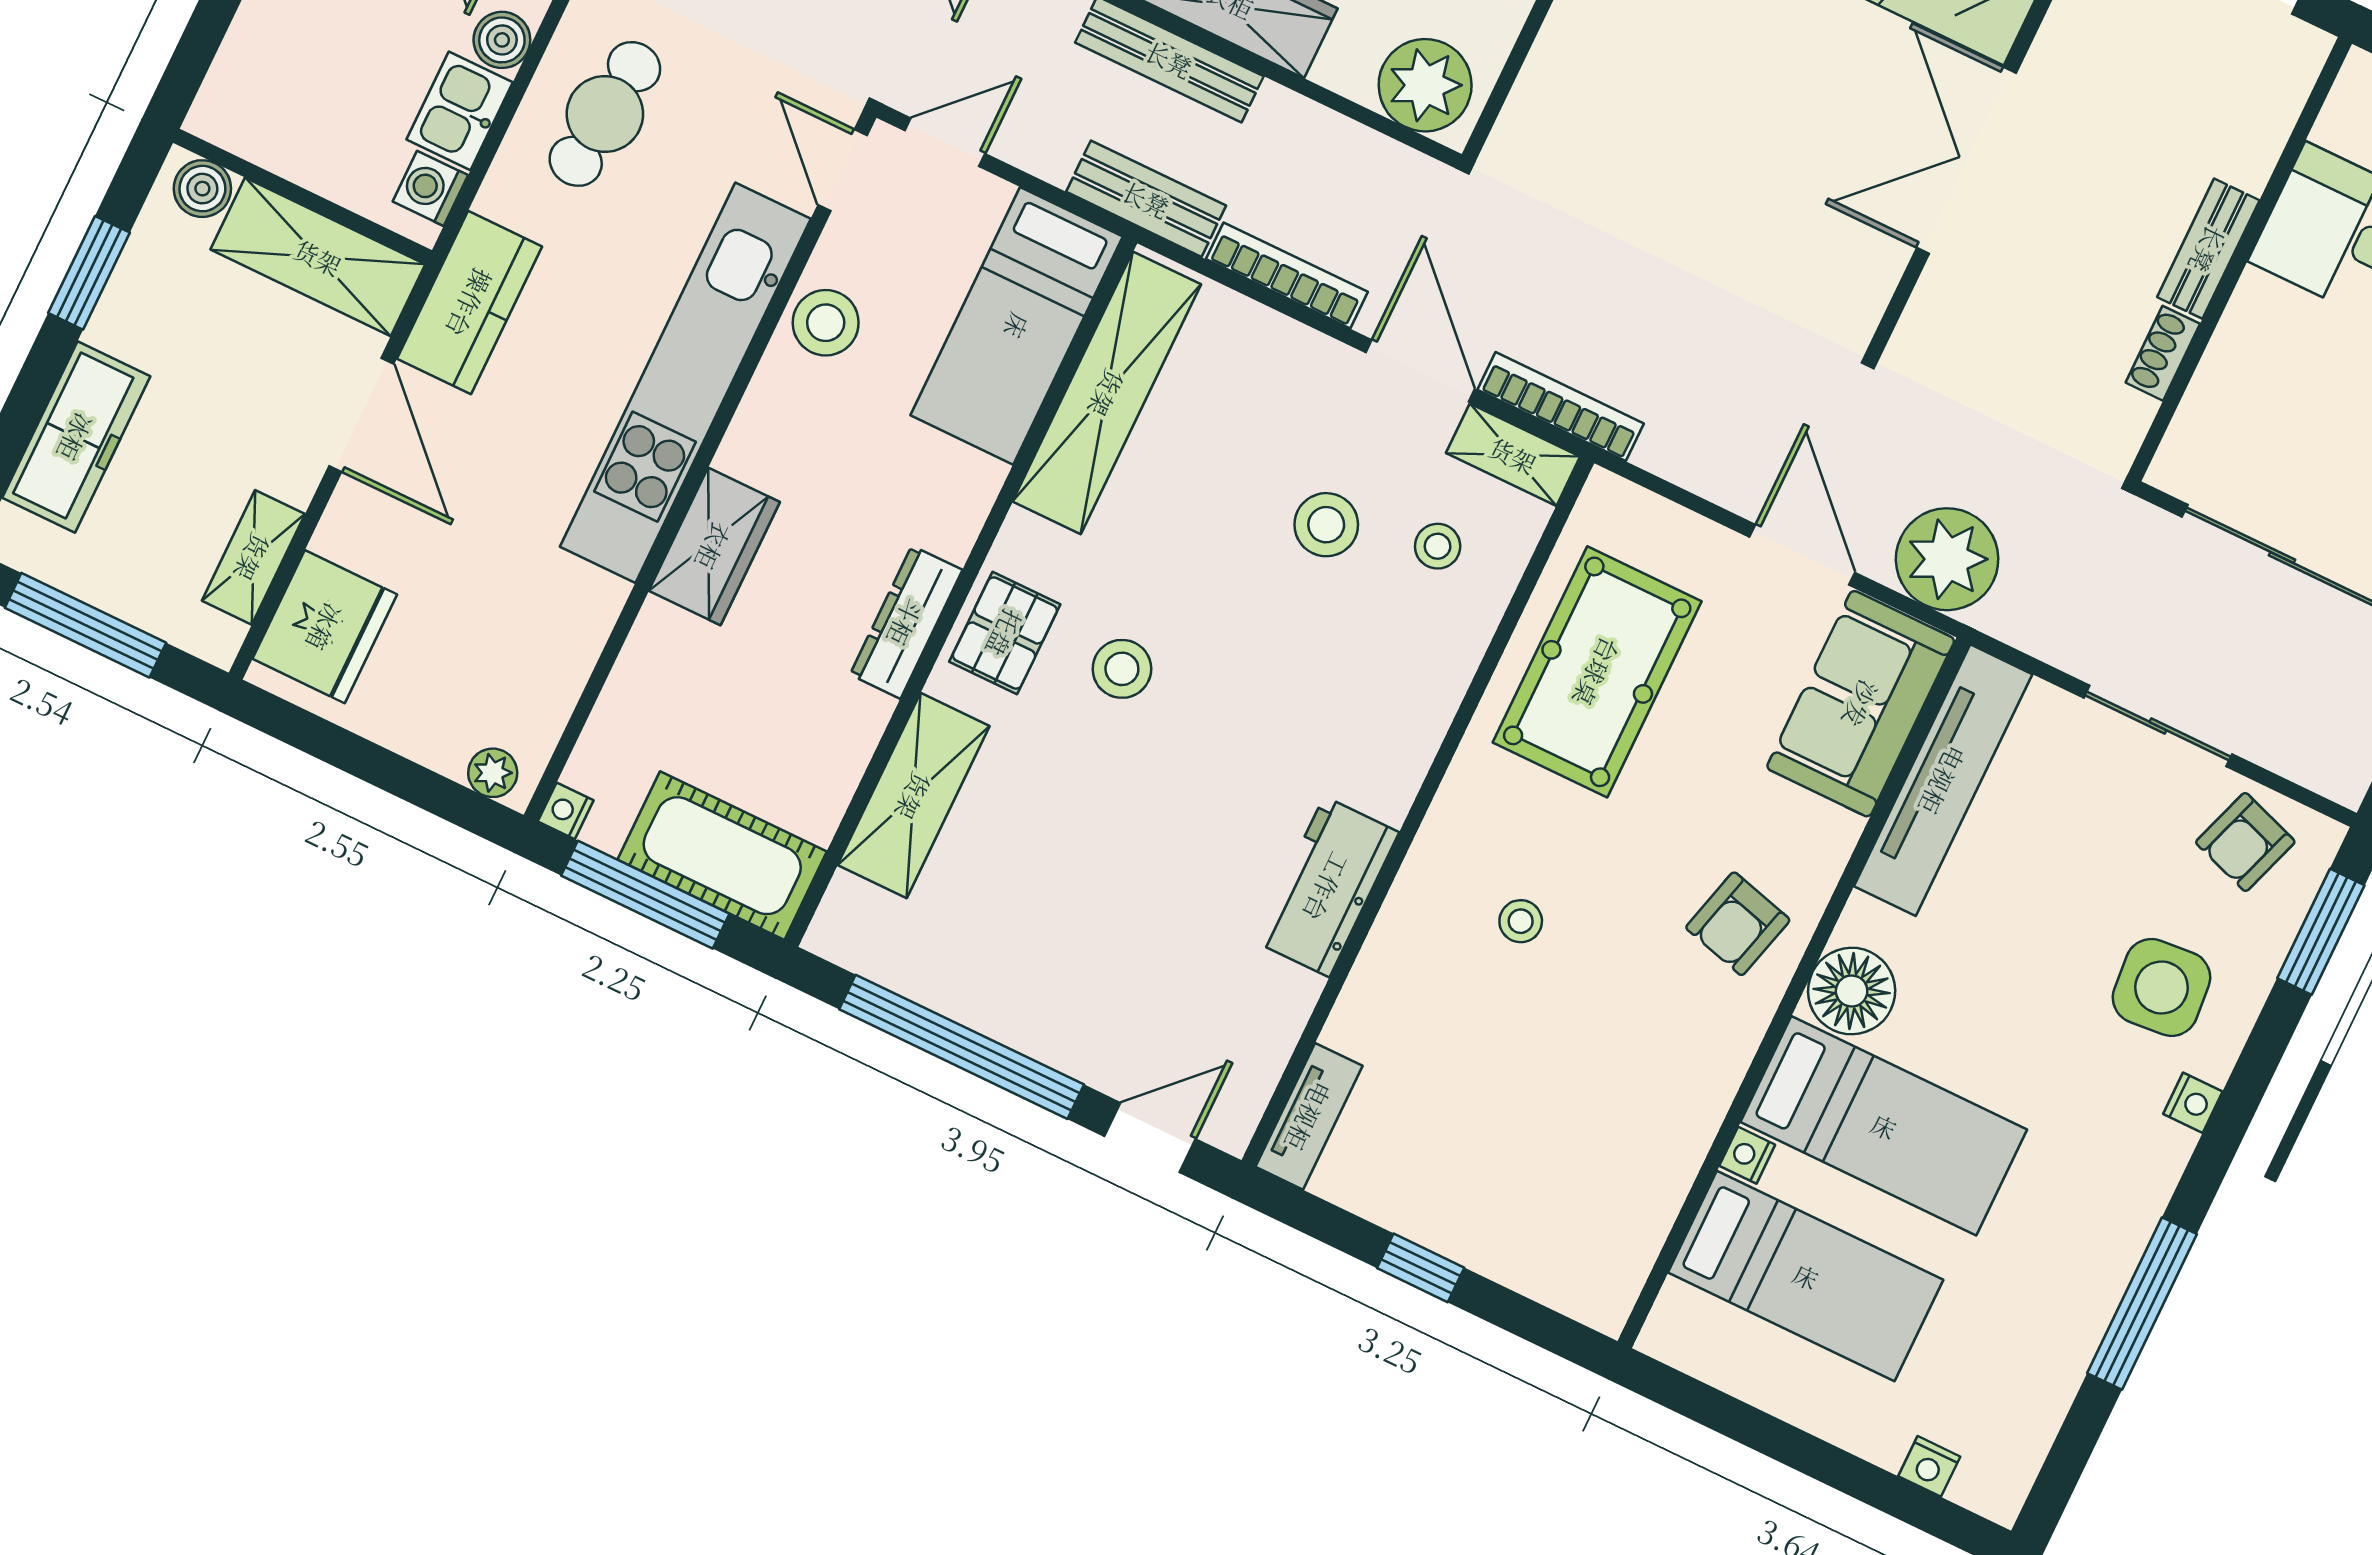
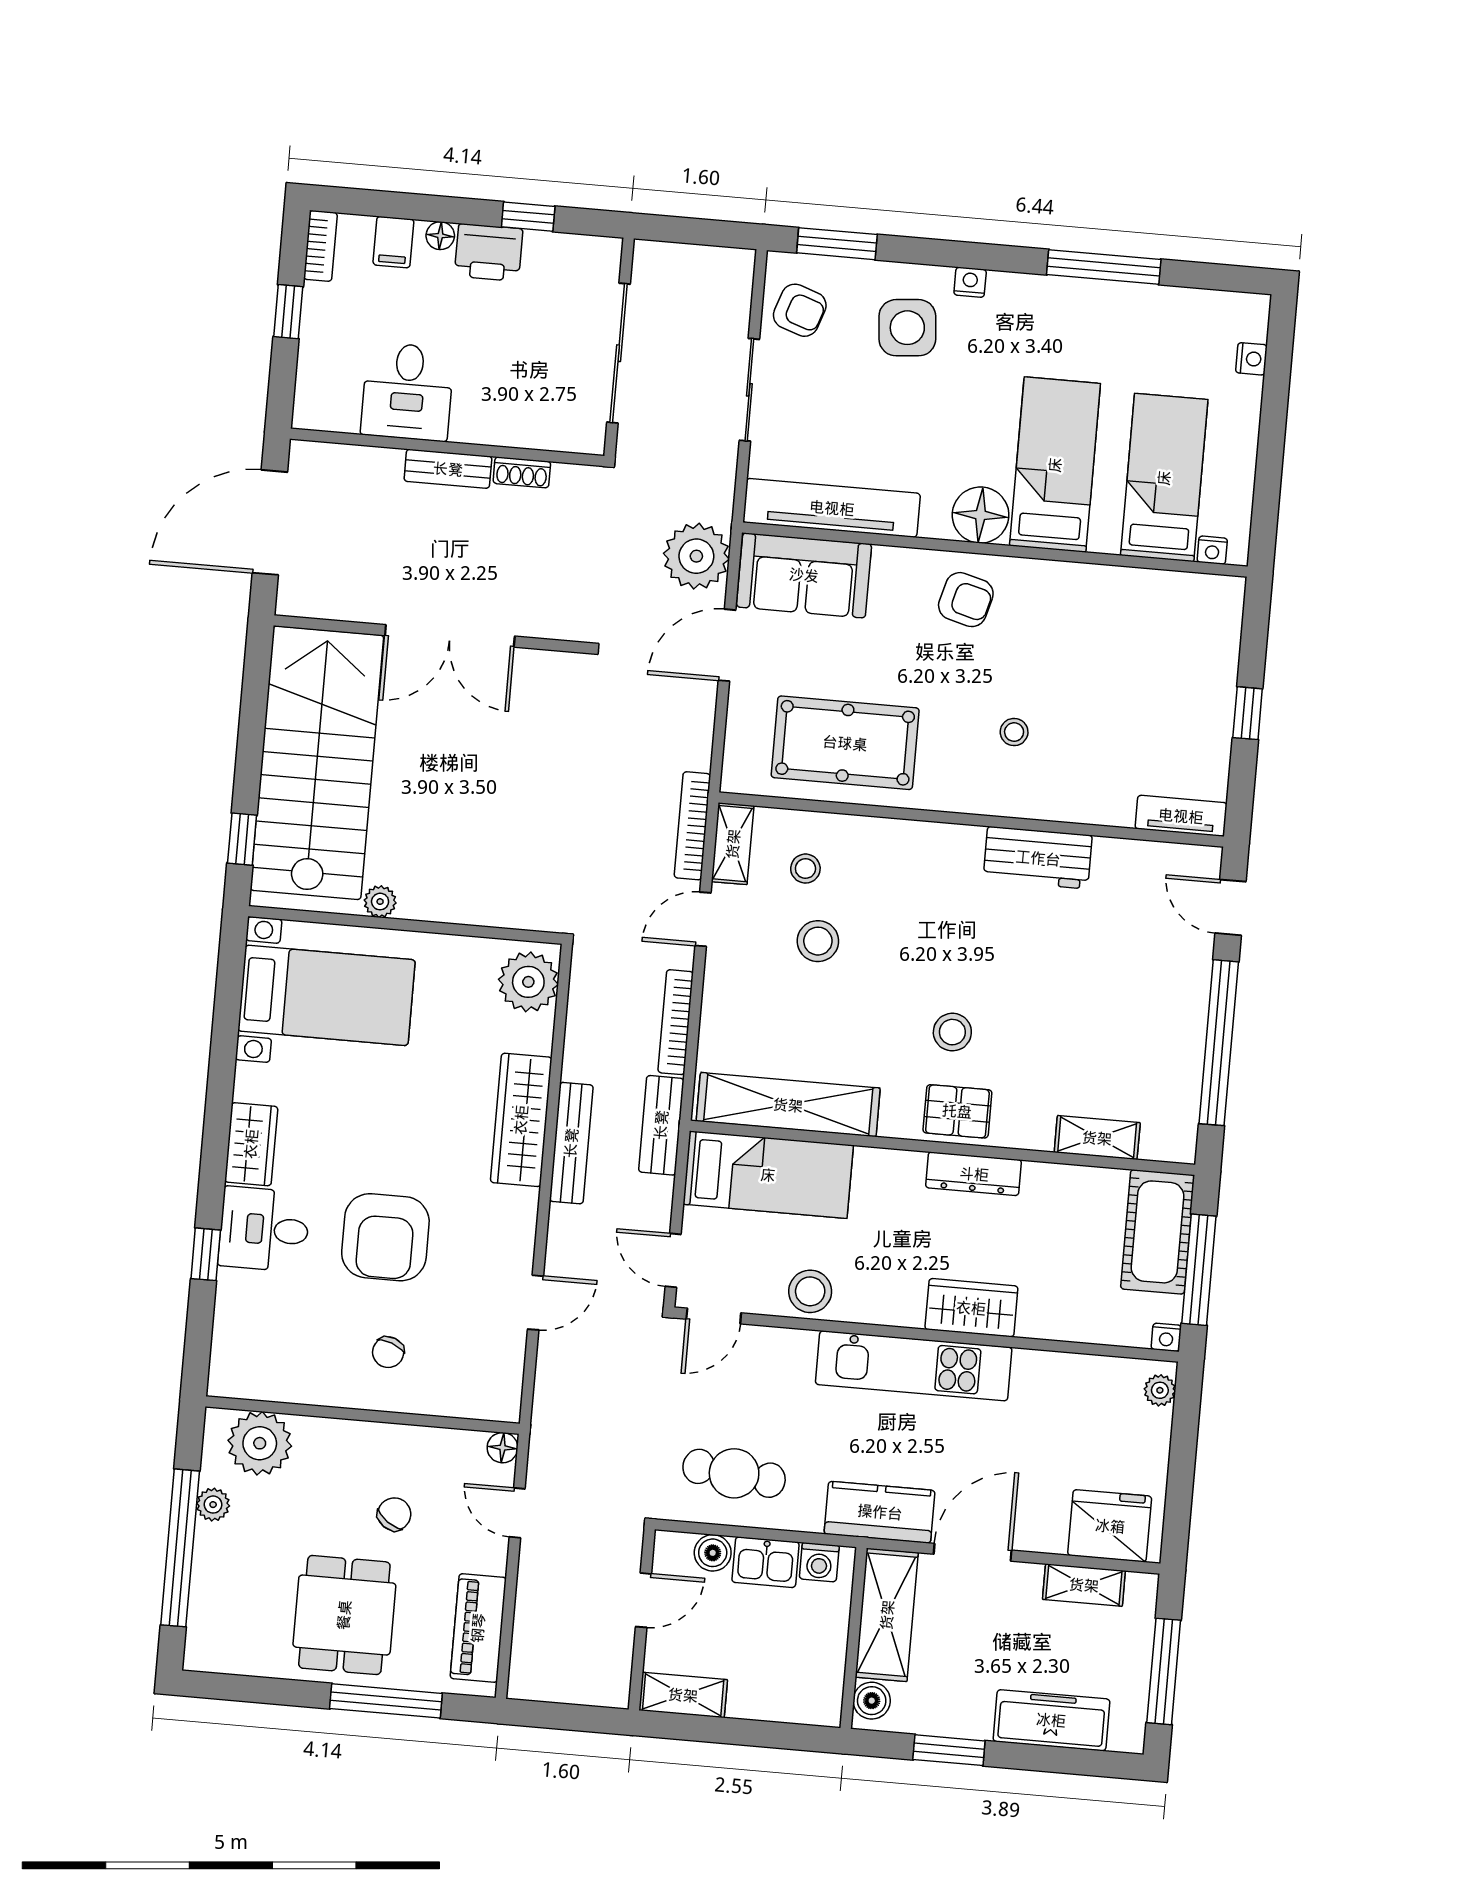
door: (1420, 371) -> (703, 919), width x0.73
kitchen unit: (685, 383) -> (914, 1366), width x0.73
shelving: (914, 796) -> (1097, 1138), width x0.67, depth x0.75
nightstand: (1747, 1155) -> (1212, 550), moved

